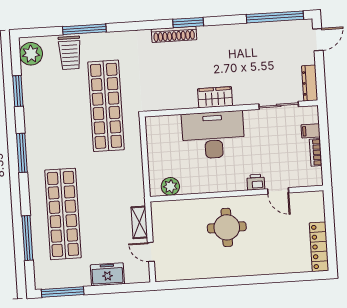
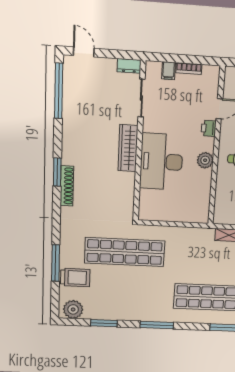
dresser: (310, 83) -> (129, 66), width x0.70
wardrobe: (215, 97) -> (128, 148), width x1.50
plant: (170, 186) -> (205, 160), moved

